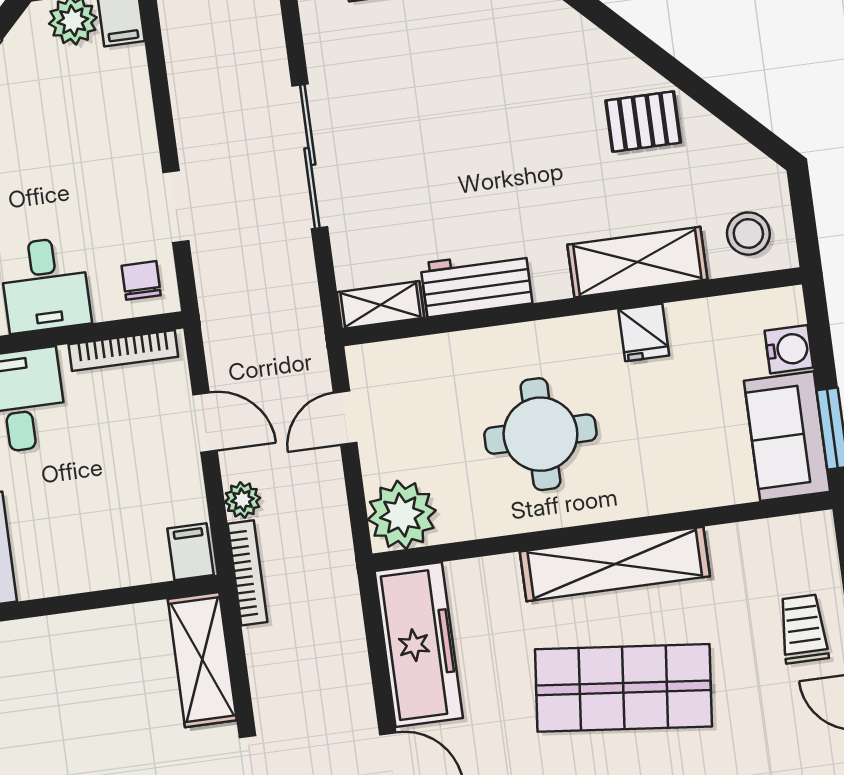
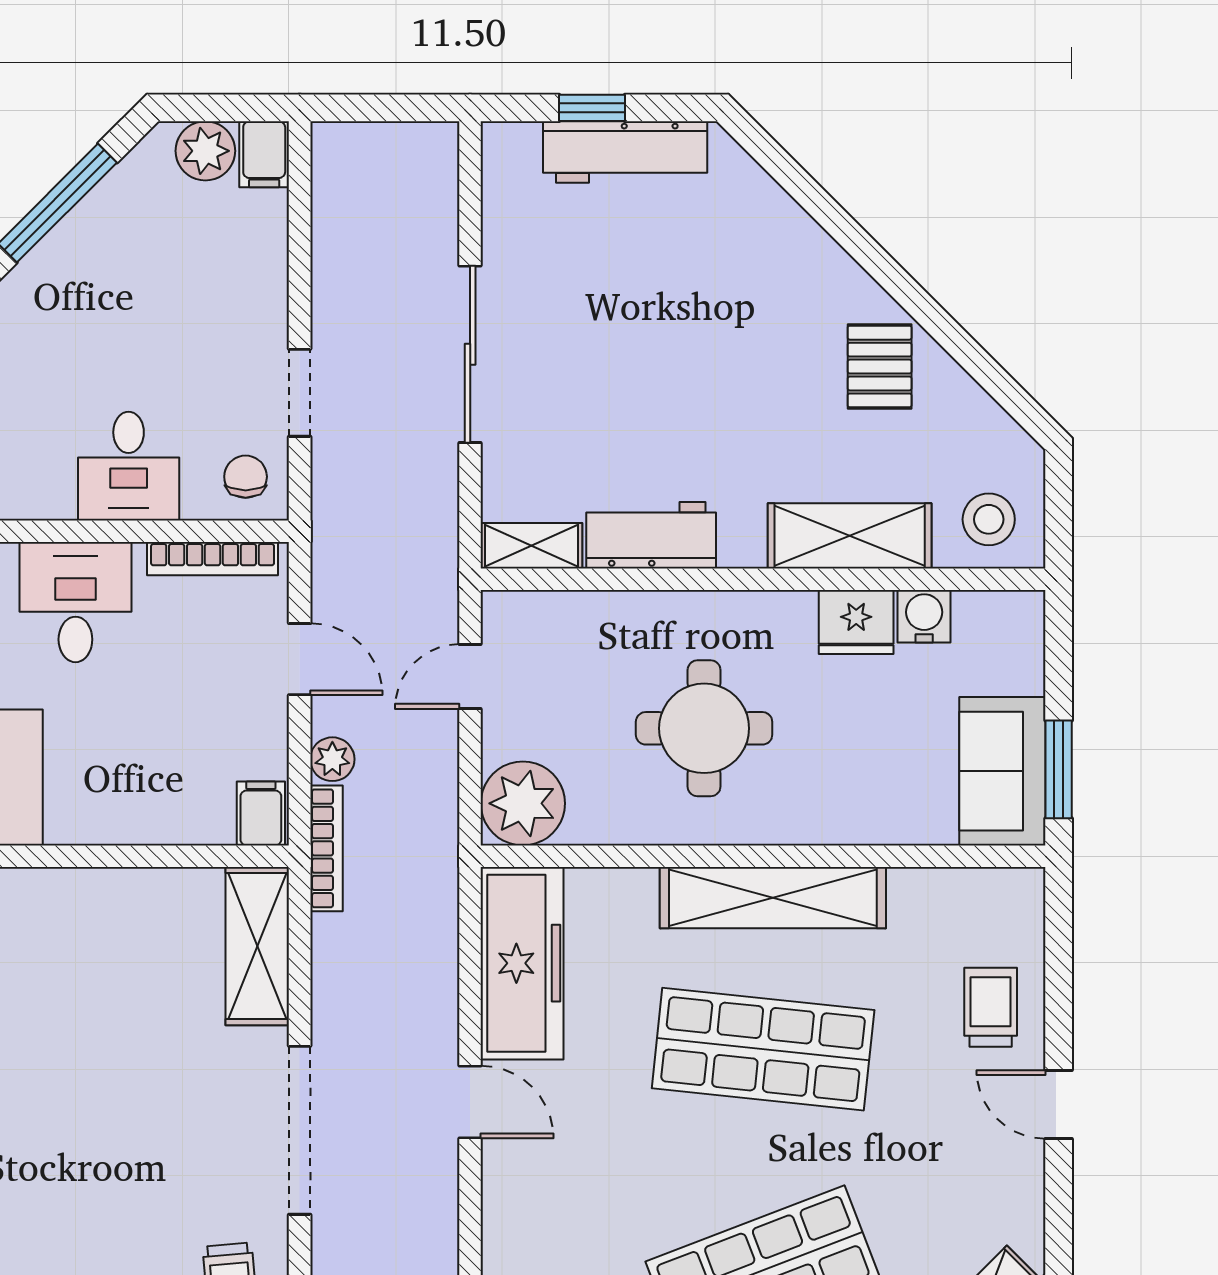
pallet: (643, 122) -> (880, 367), turned 90
fridge: (644, 332) -> (856, 622), width x1.38
water cooler: (789, 349) -> (924, 616), moved, turned -90

